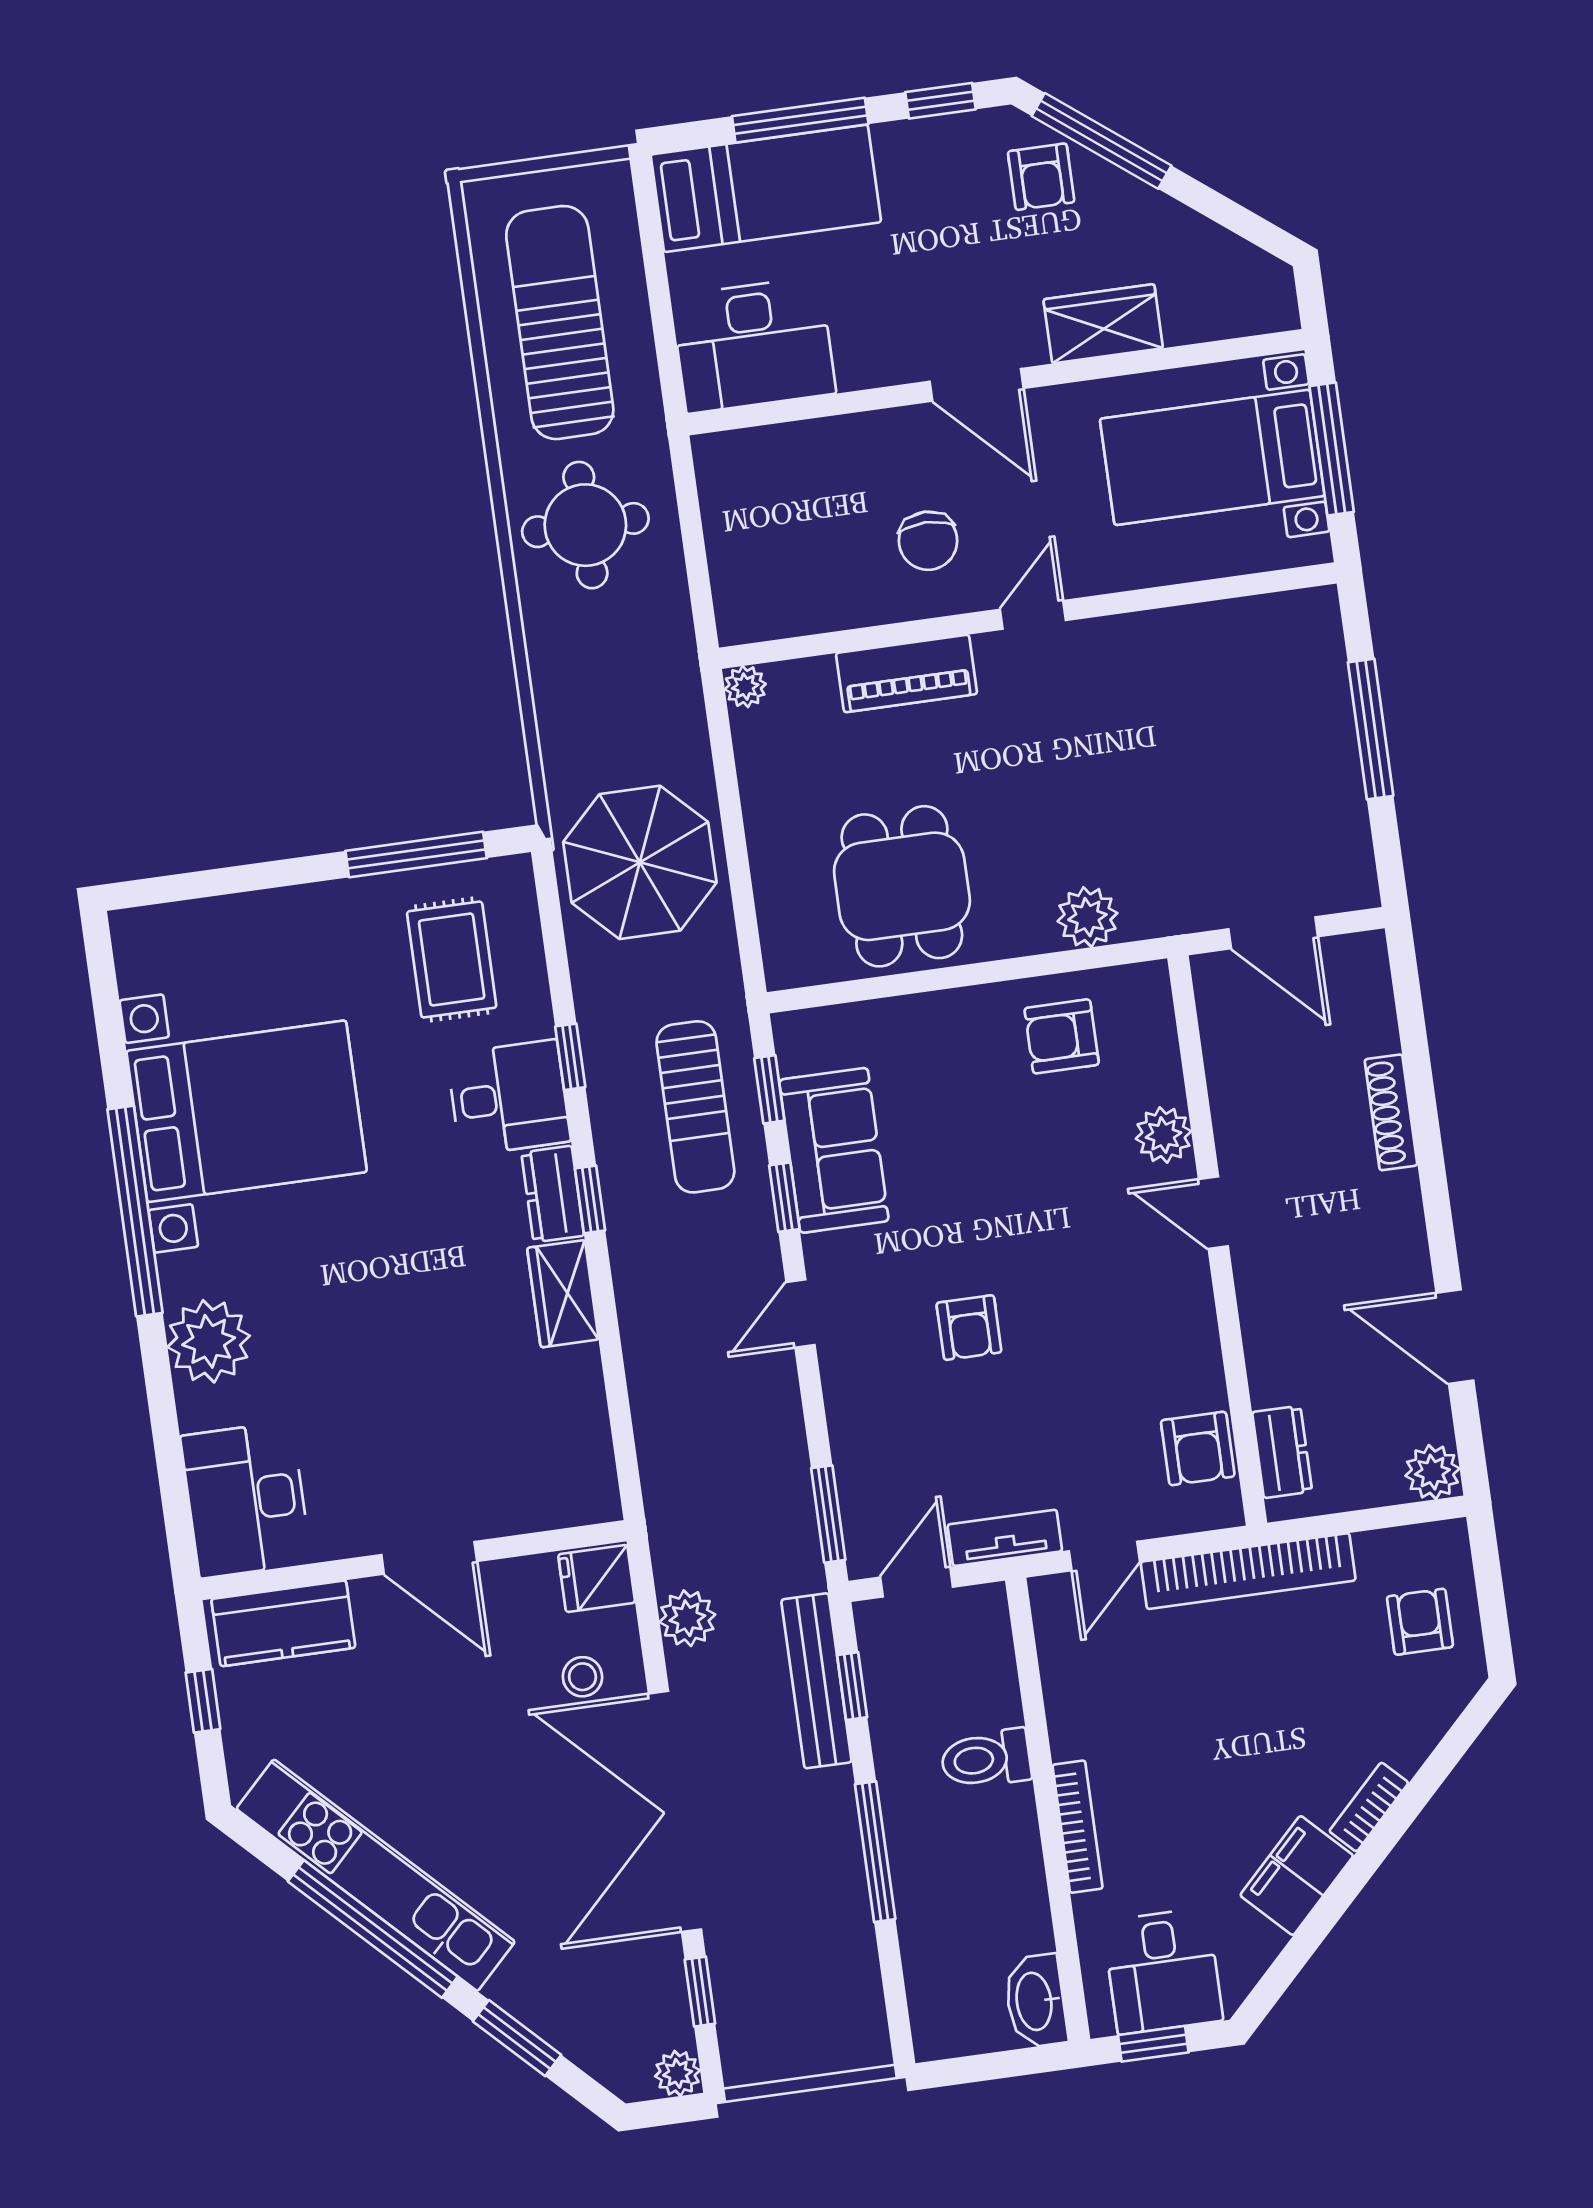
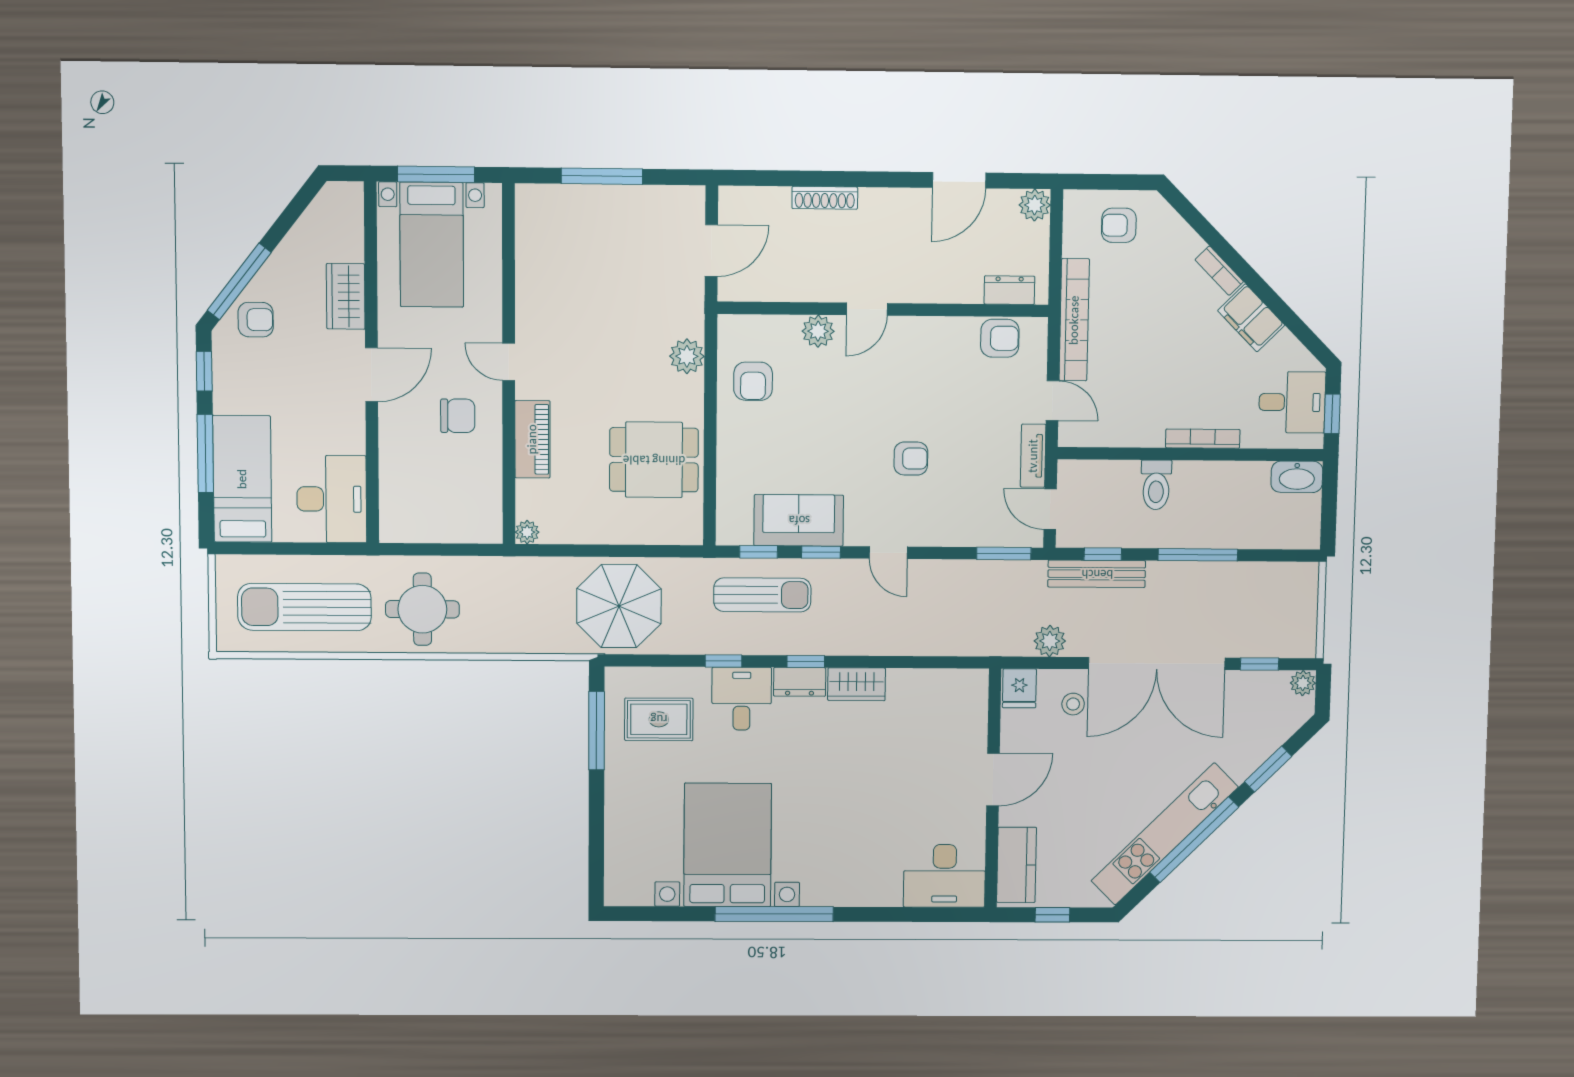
plant: (209, 1341) -> (853, 884), removed

